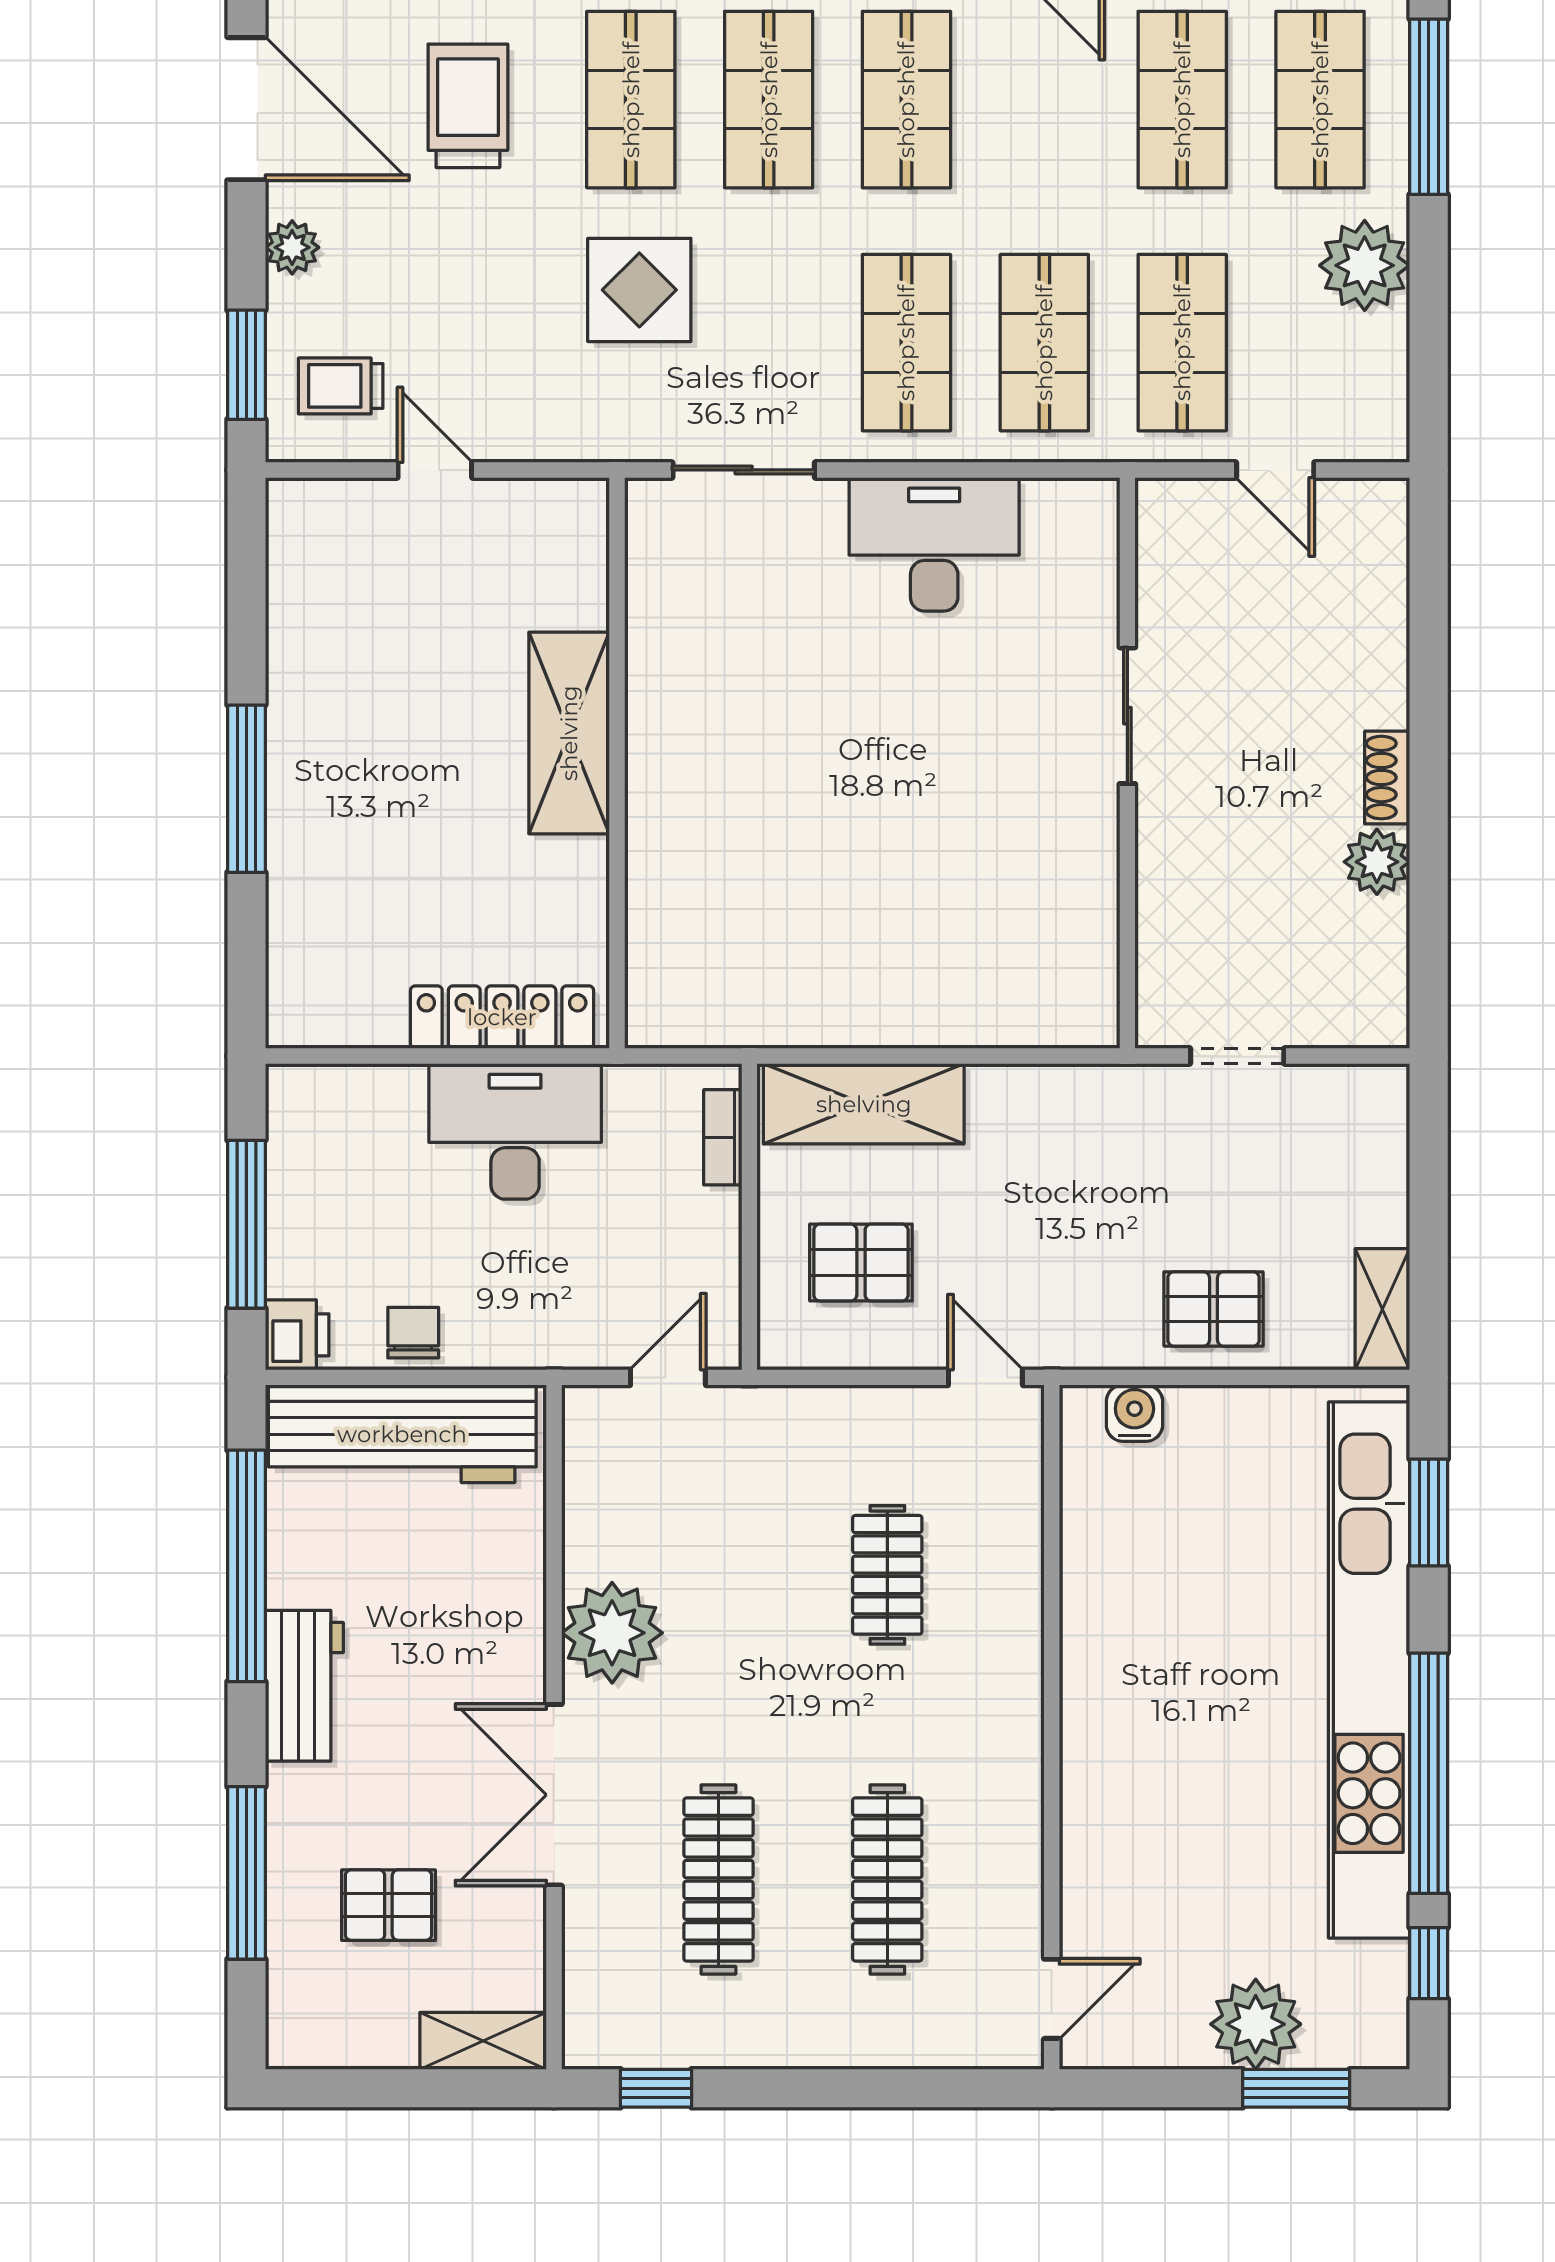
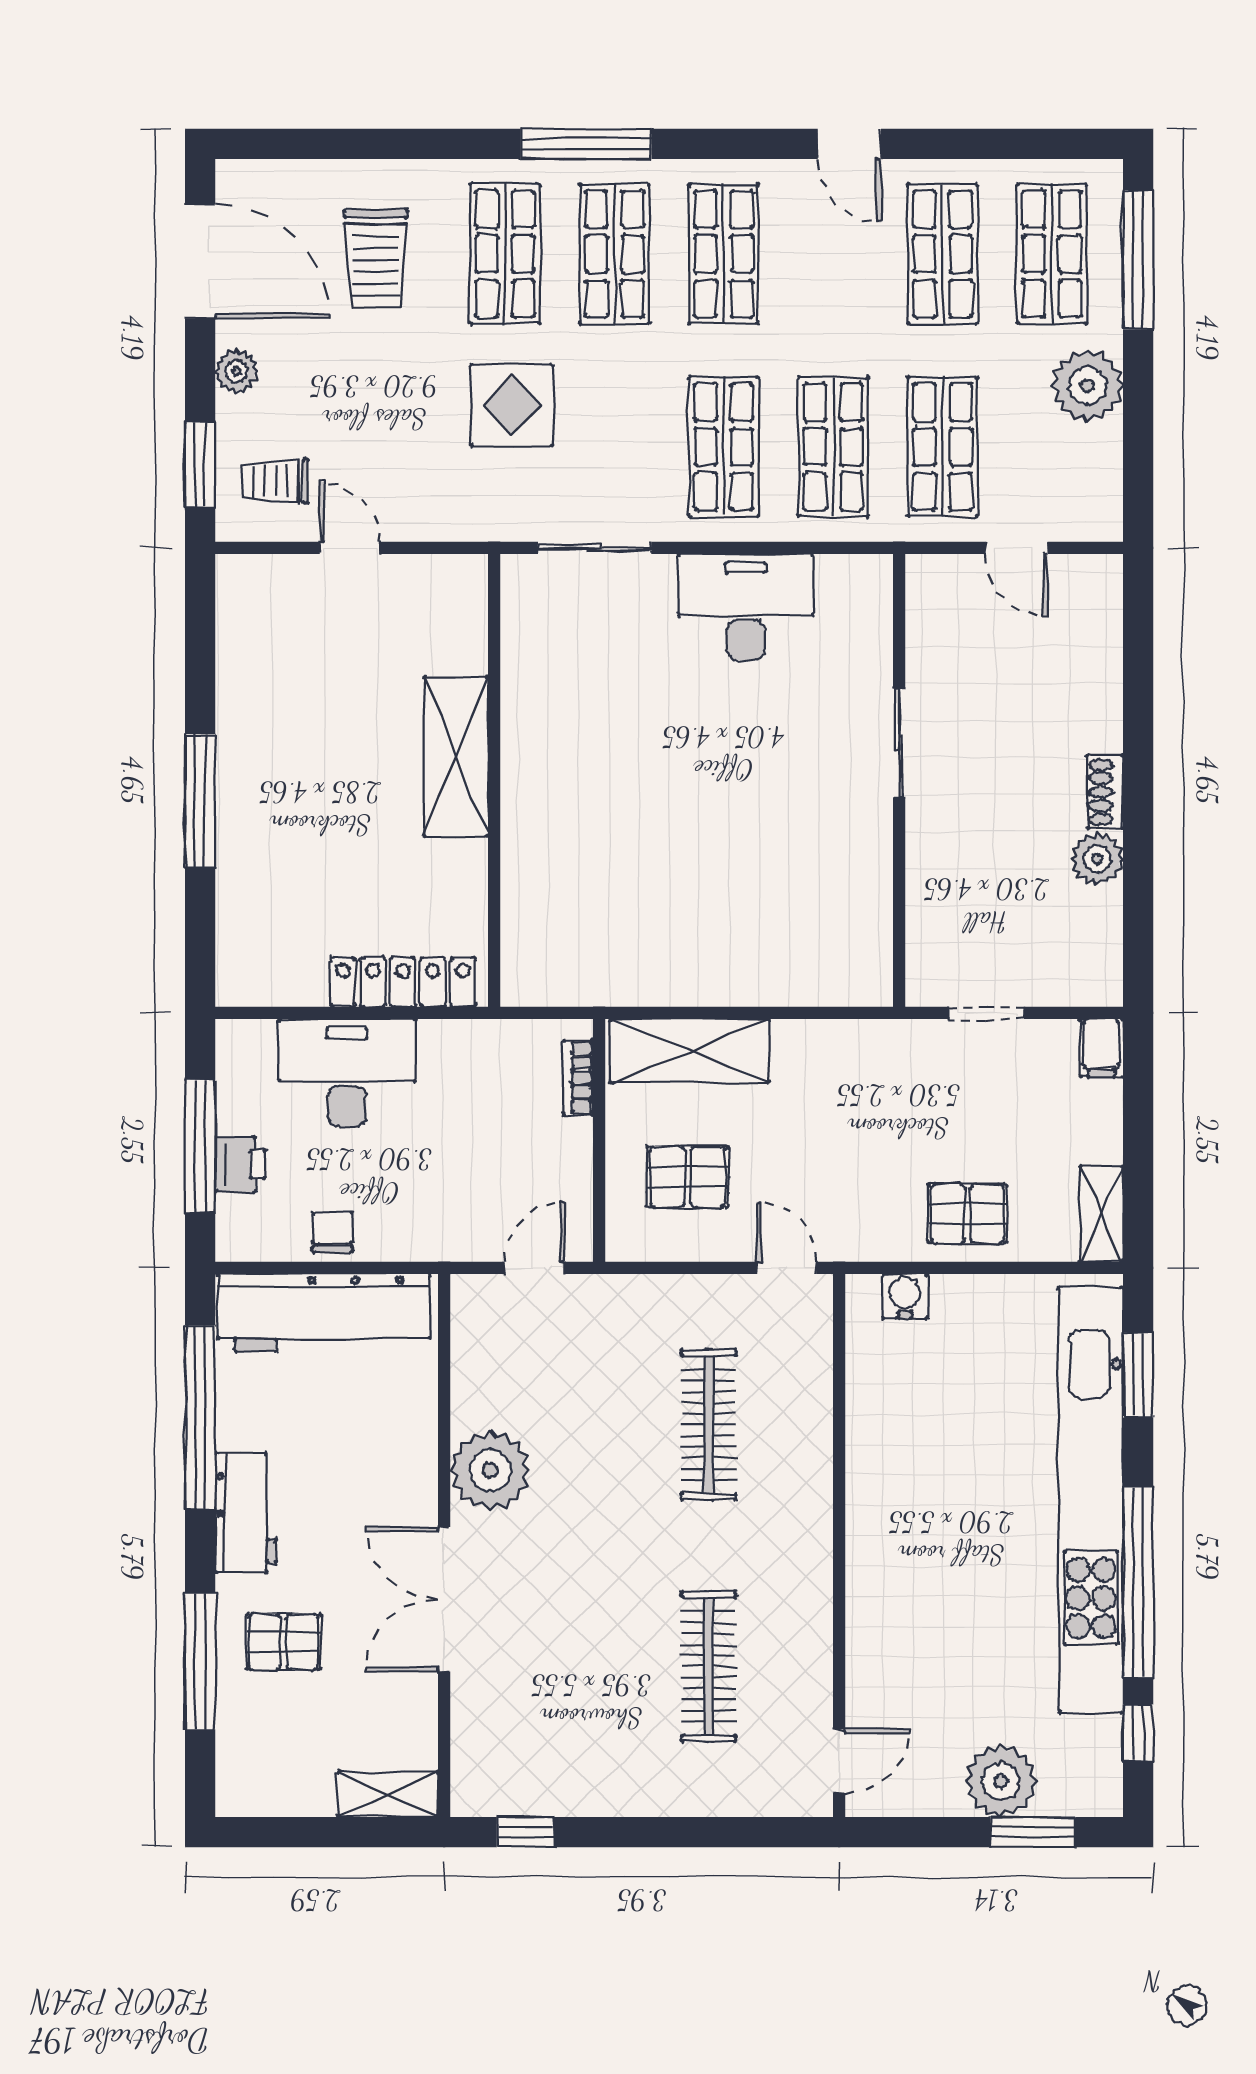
trolley: (468, 106) -> (376, 259), turned 180
filing cabinet: (1382, 1100) -> (1101, 1048), added
desk: (515, 1131) -> (347, 1073), moved
printer: (297, 1335) -> (240, 1164), moved
clothes rail: (887, 1575) -> (709, 1425), width x1.36
clothes rail: (718, 1879) -> (575, 1666), removed
pallet: (388, 1905) -> (283, 1642), moved

